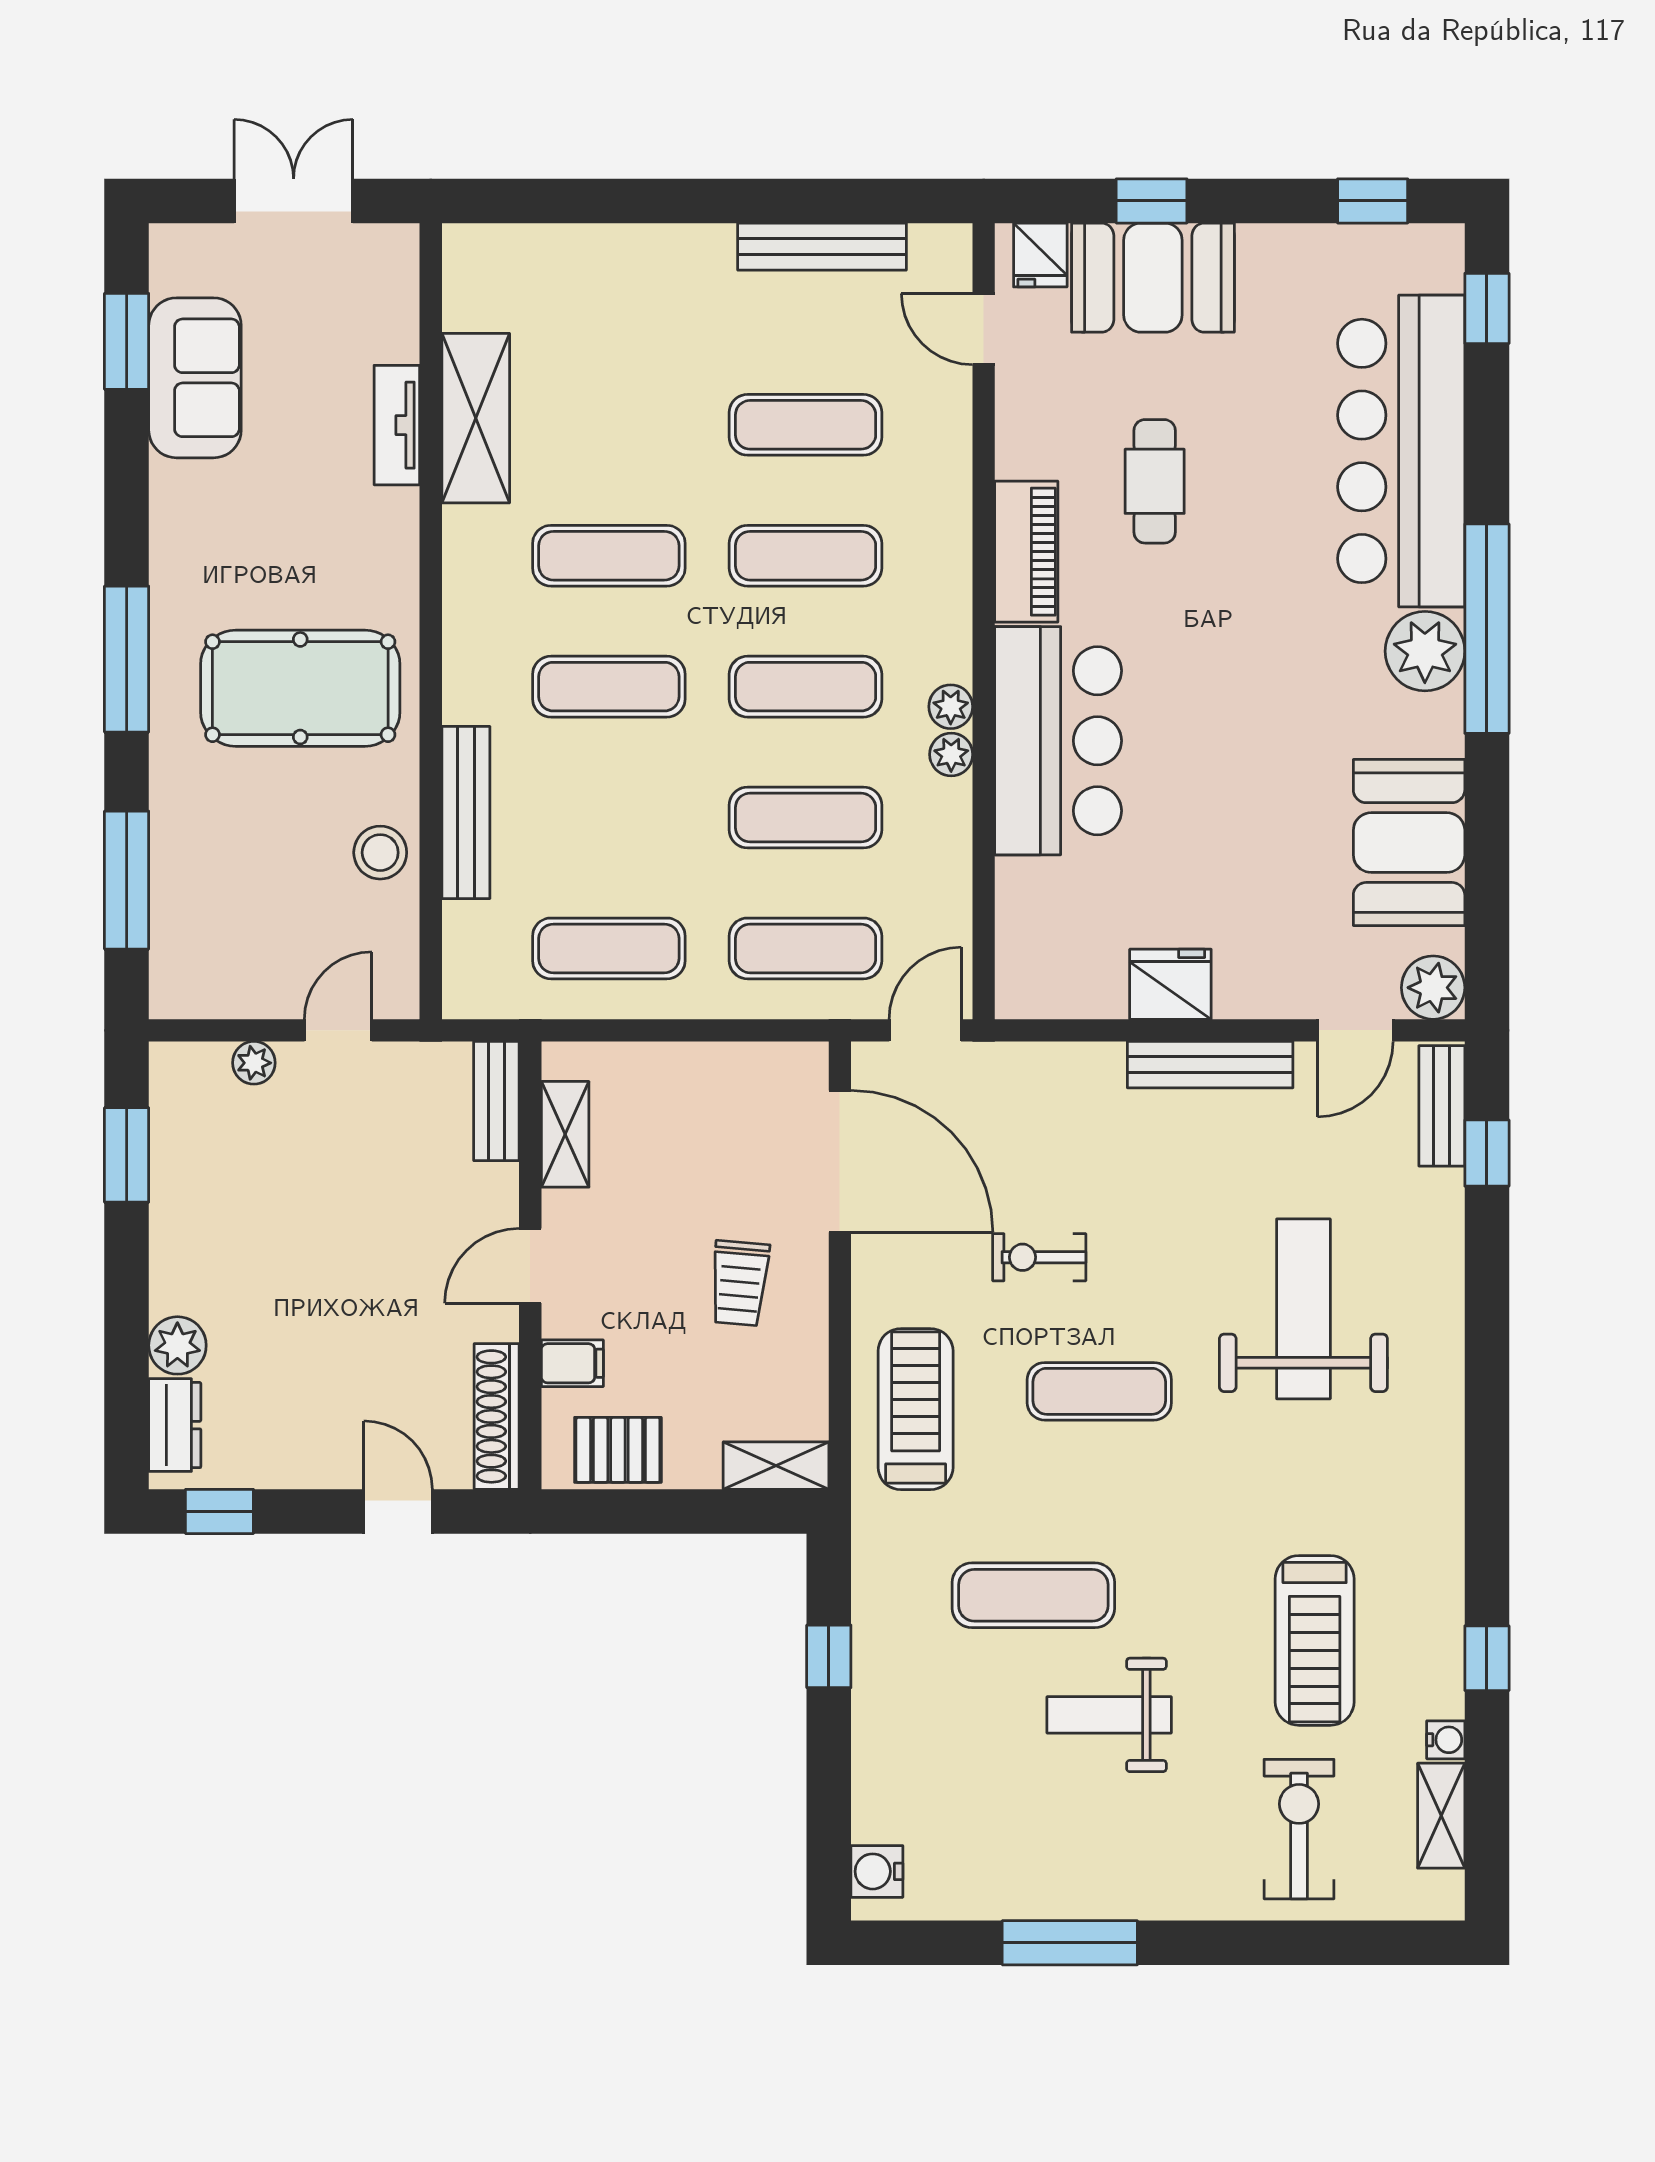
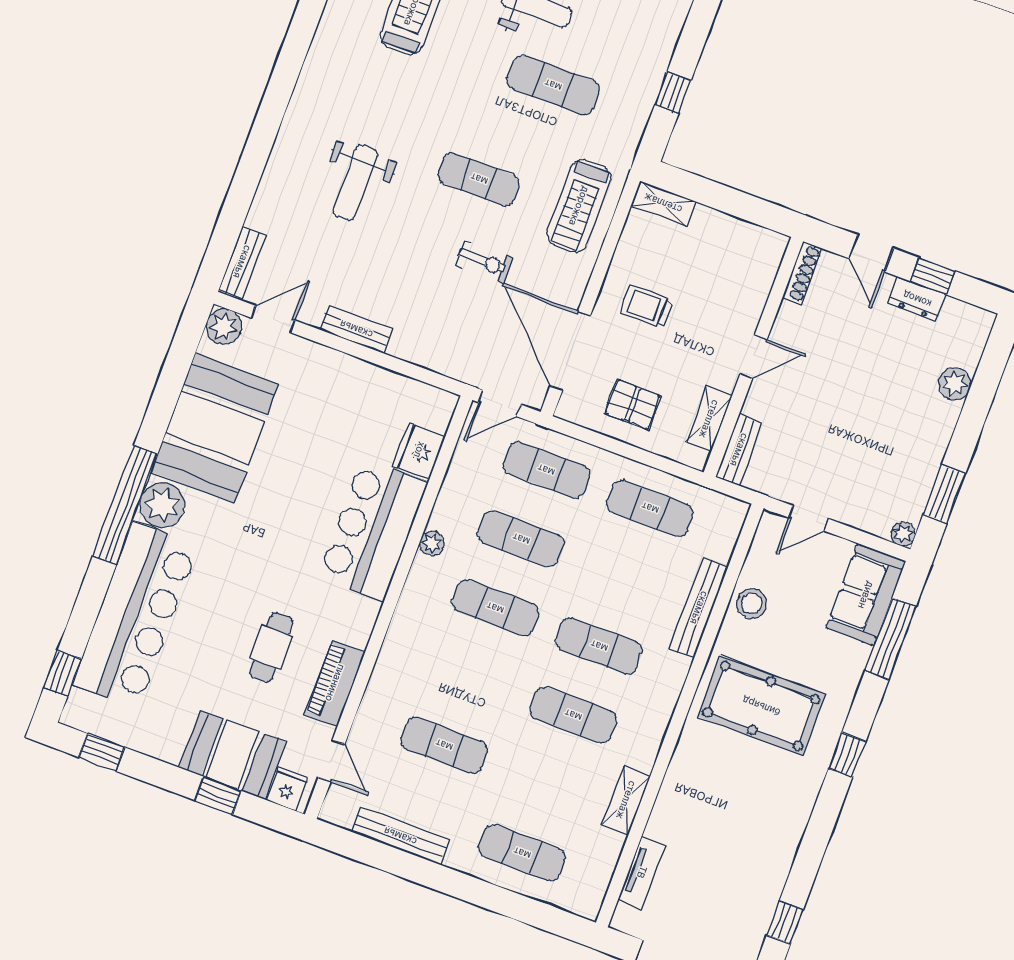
window: (127, 341) -> (785, 922), width x0.67
sofa: (195, 378) -> (866, 595), moved
shelving: (476, 418) -> (626, 800), width x0.67, depth x0.75
tv unit: (397, 425) -> (642, 872), moved
piano: (1026, 552) -> (335, 683), moved
exercise mat: (806, 556) -> (522, 853), moved
window: (127, 659) -> (847, 755), width x0.46
plant: (951, 707) -> (423, 569), removed
booth: (1409, 843) -> (215, 428), width x1.36, depth x1.42
fridge: (1170, 984) -> (419, 451), moved, turned 90
plant: (254, 1063) -> (903, 534), moved
bench: (1210, 1065) -> (356, 329), width x0.73
window: (1487, 1153) -> (228, 229), removed
trolley: (740, 1283) -> (647, 307), turned -95
weight bench: (1303, 1309) -> (355, 183), width x0.73, depth x0.75
filing cabinet: (572, 1363) -> (750, 297), removed
shoe rack: (497, 1416) -> (802, 273), width x0.74, depth x0.81
dresser: (175, 1425) -> (917, 299), moved, turned -90
pallet: (618, 1450) -> (633, 404), moved
window: (219, 1511) -> (933, 276), moved

